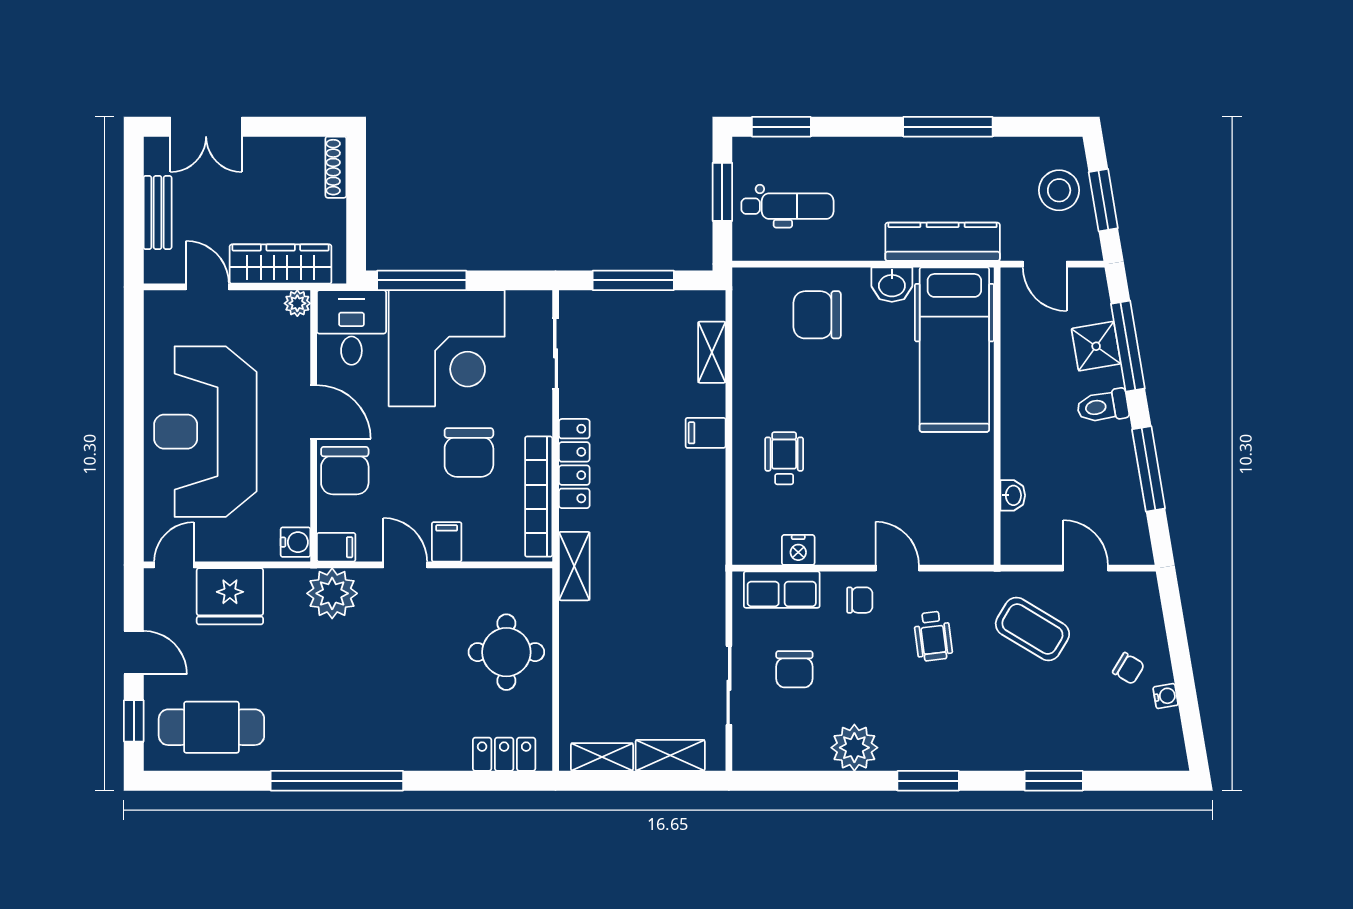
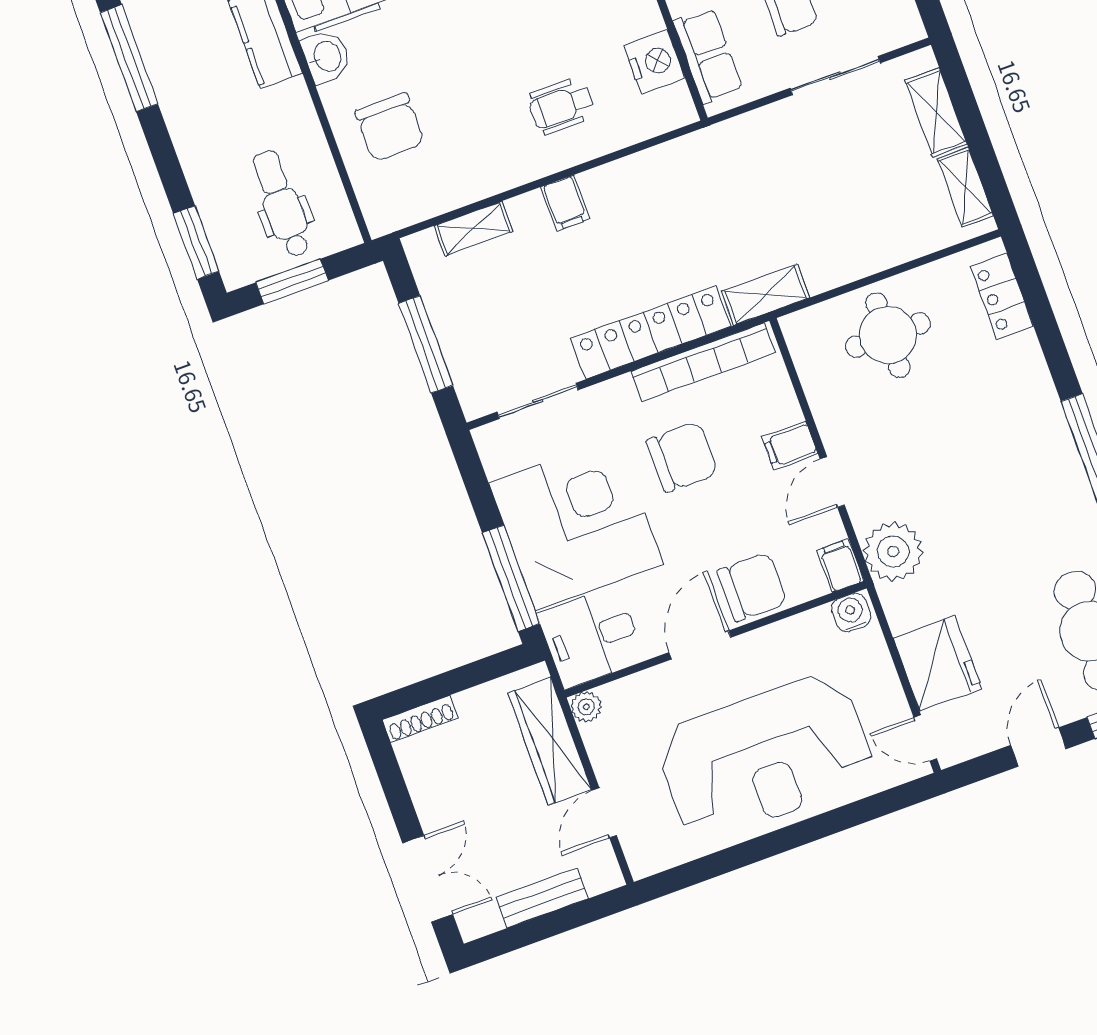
locker: (574, 464) -> (651, 332), width x1.41, depth x1.21
nightstand: (798, 550) -> (654, 62), width x1.36, depth x1.33

